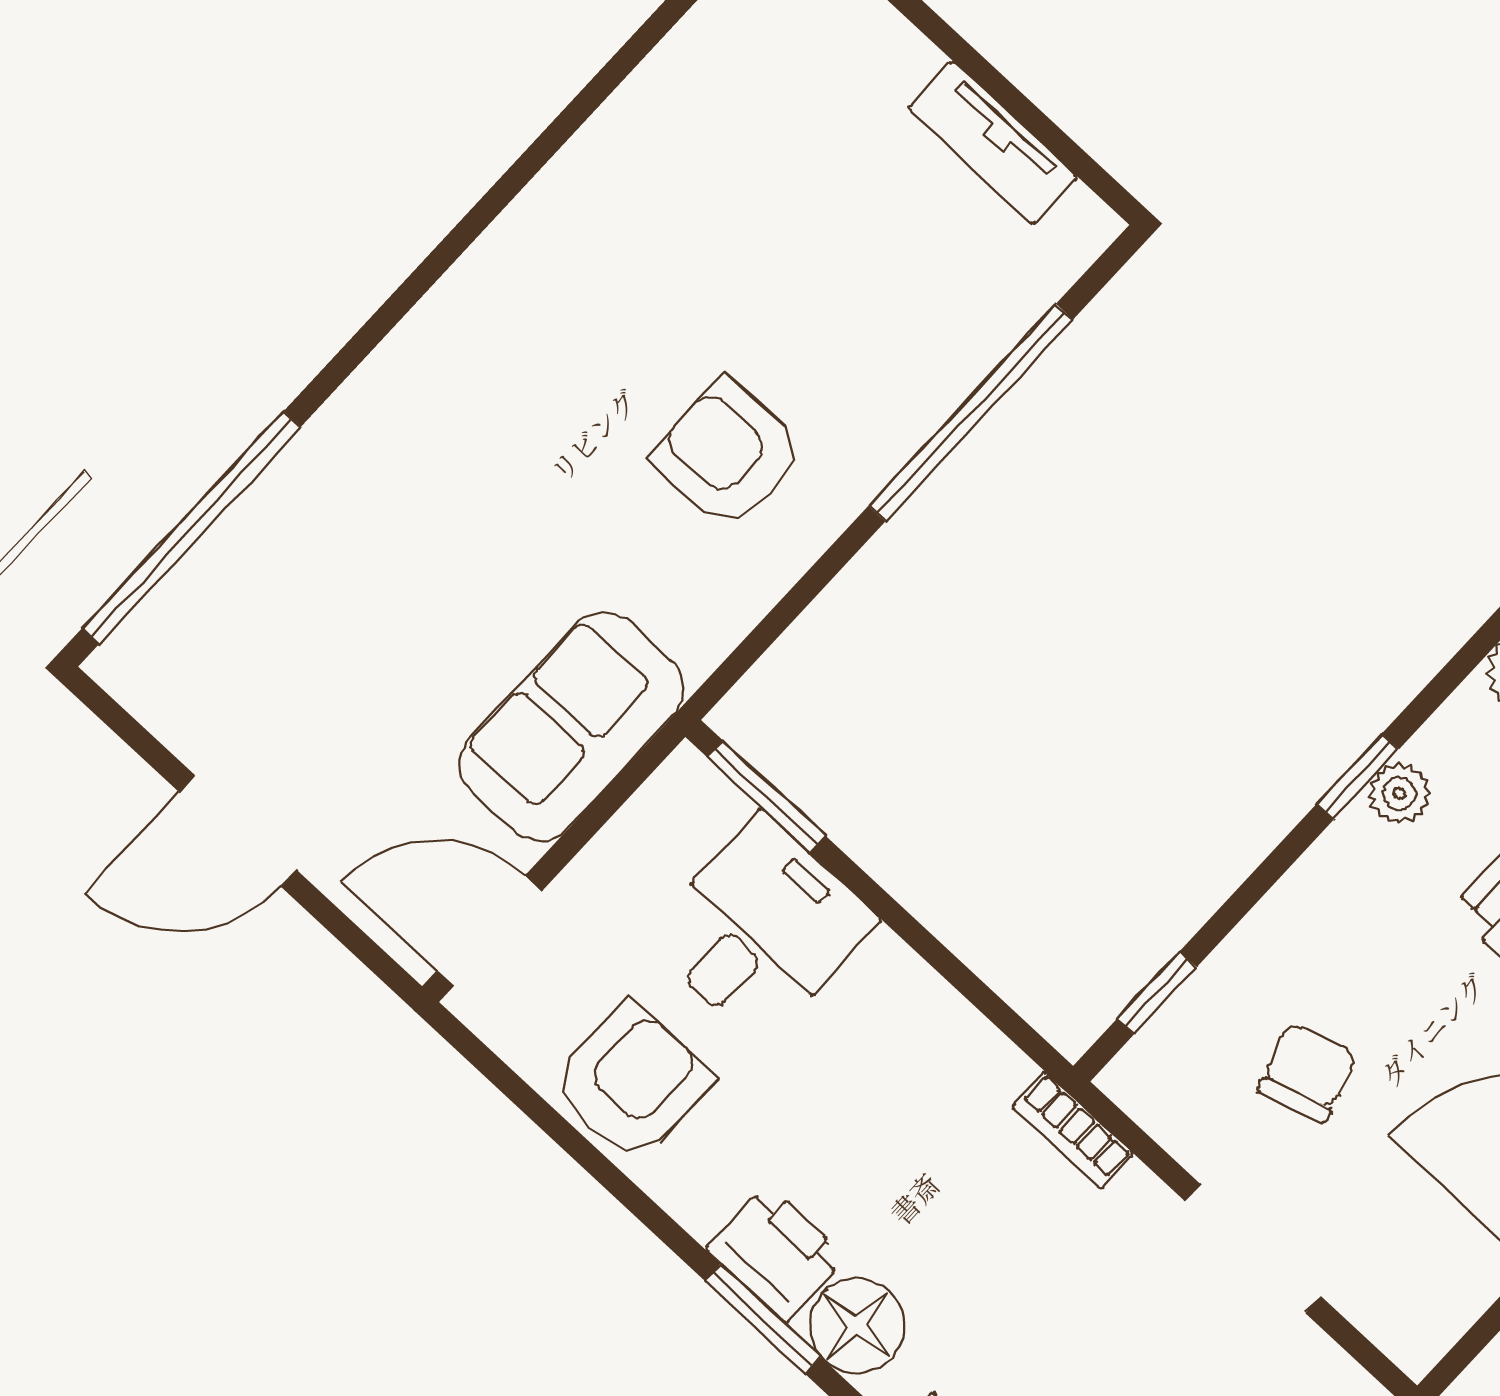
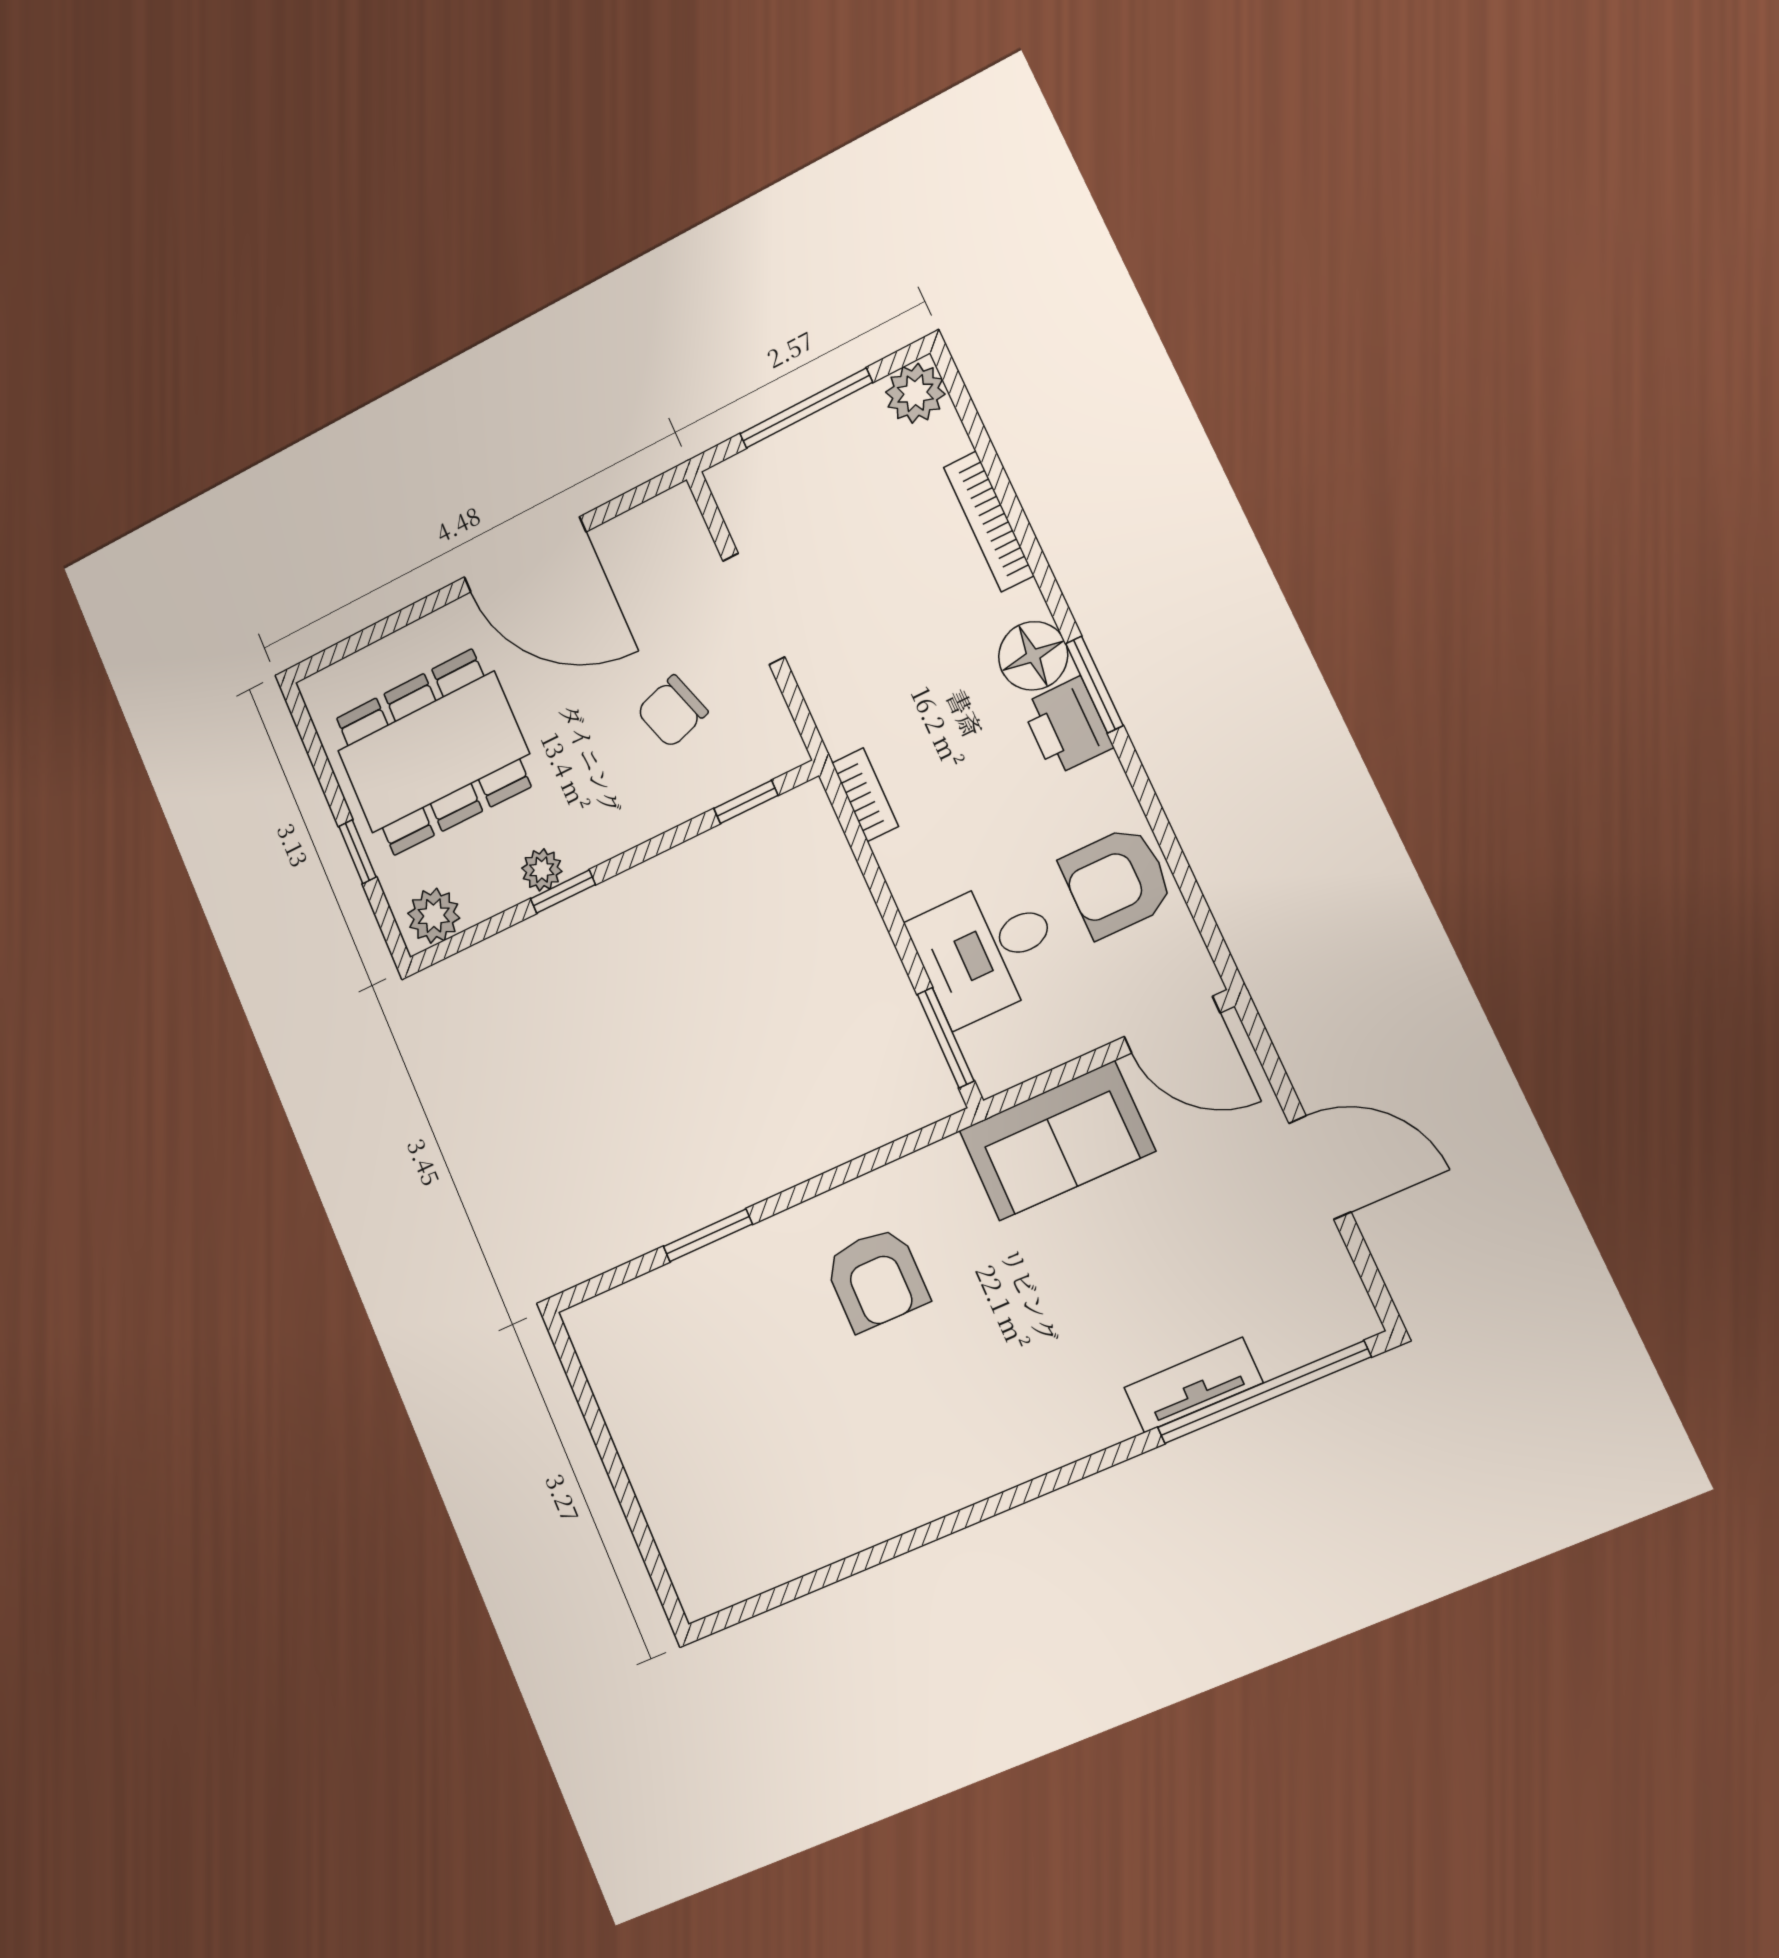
tv unit: (993, 143) -> (1193, 1385), moved, turned -90
window: (971, 413) -> (708, 1235), width x0.47
bookcase: (1073, 1130) -> (865, 795), moved

